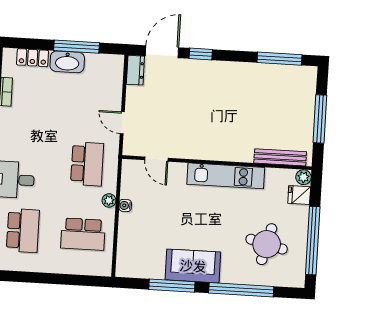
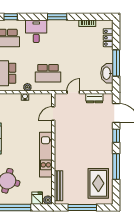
window: (279, 59) -> (116, 167), moved
washbasin: (67, 62) -> (107, 73), moved
dresser: (135, 70) -> (94, 98), moved
rug: (280, 89) -> (98, 183), added

